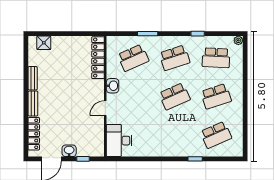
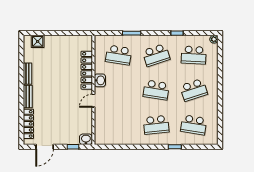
locker: (98, 58) -> (87, 70), moved
school desk: (133, 58) -> (119, 55), turned 33
school desk: (175, 96) -> (156, 90), turned 33
school desk: (175, 135) -> (156, 125), added
school desk: (216, 135) -> (194, 125), turned 33
desk: (119, 141) -> (106, 130), removed
washbasin: (69, 151) -> (86, 139), moved

